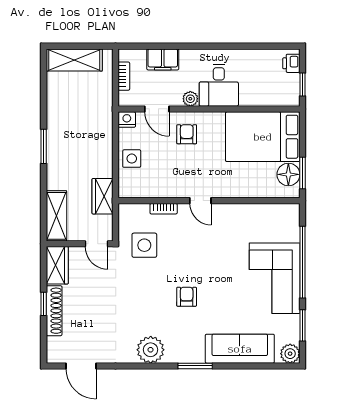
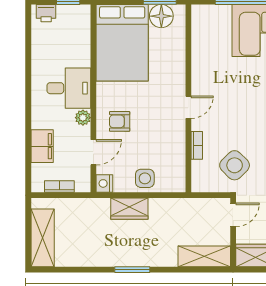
wardrobe: (102, 196) -> (129, 209), moved
side table: (144, 245) -> (235, 165), turned 45

